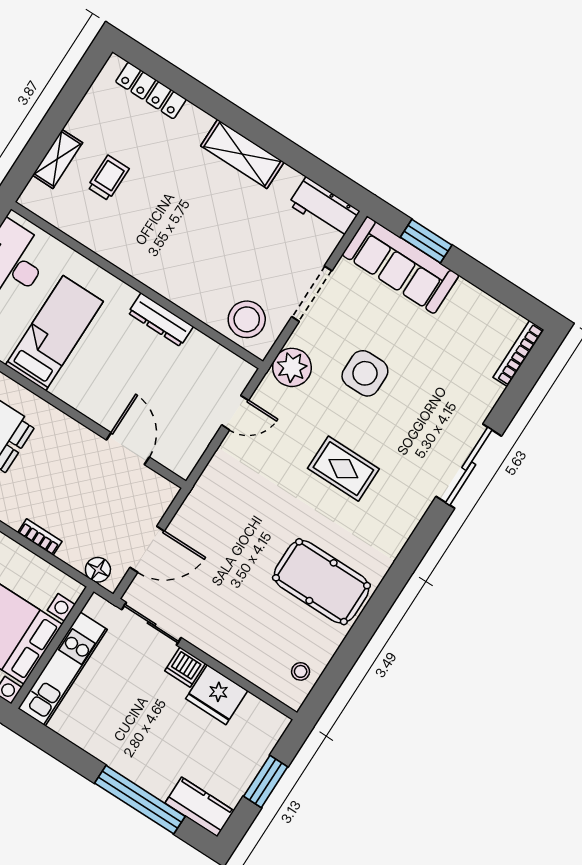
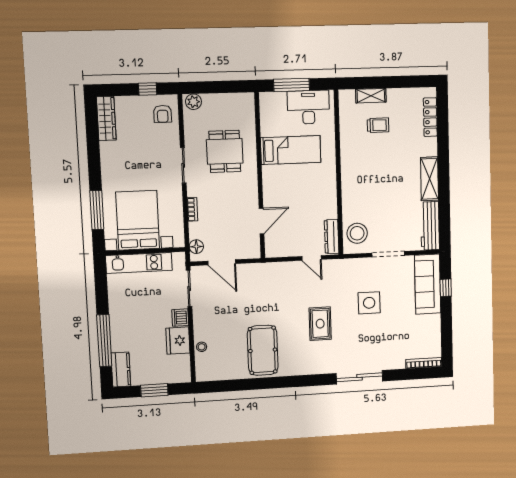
workbench: (324, 208) -> (430, 226), width x1.38
window: (426, 241) -> (446, 288), width x0.67
dresser: (161, 320) -> (332, 237), moved
plant: (292, 367) -> (349, 269), removed
stool: (301, 671) -> (202, 347), moved

